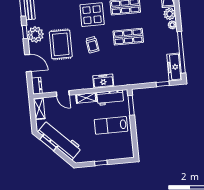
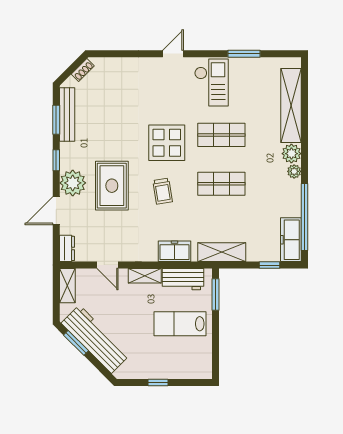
plant: (35, 35) -> (73, 183), moved
door: (28, 63) -> (56, 211), swing flipped
shelving: (132, 79) -> (222, 252), added

